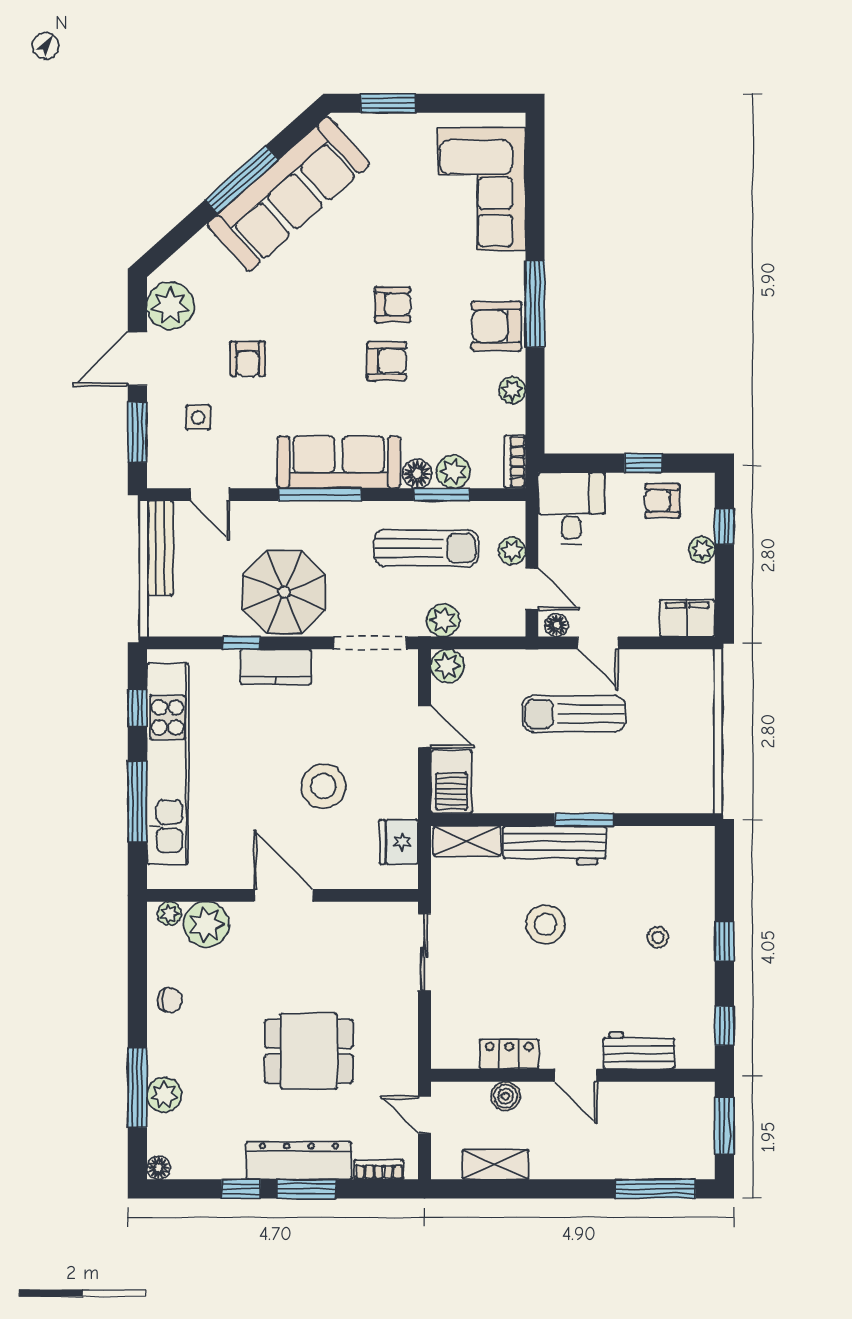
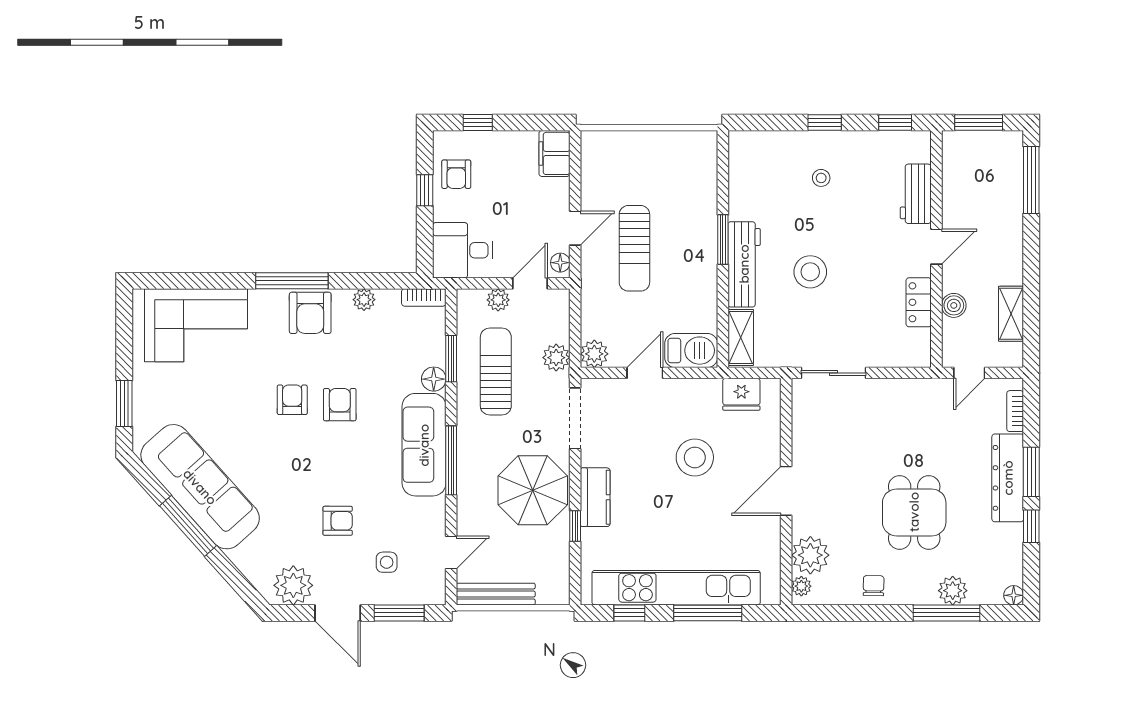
plant: (453, 472) -> (432, 349), removed
plant: (702, 550) -> (497, 141), removed
dining table: (309, 1051) -> (914, 512), moved

